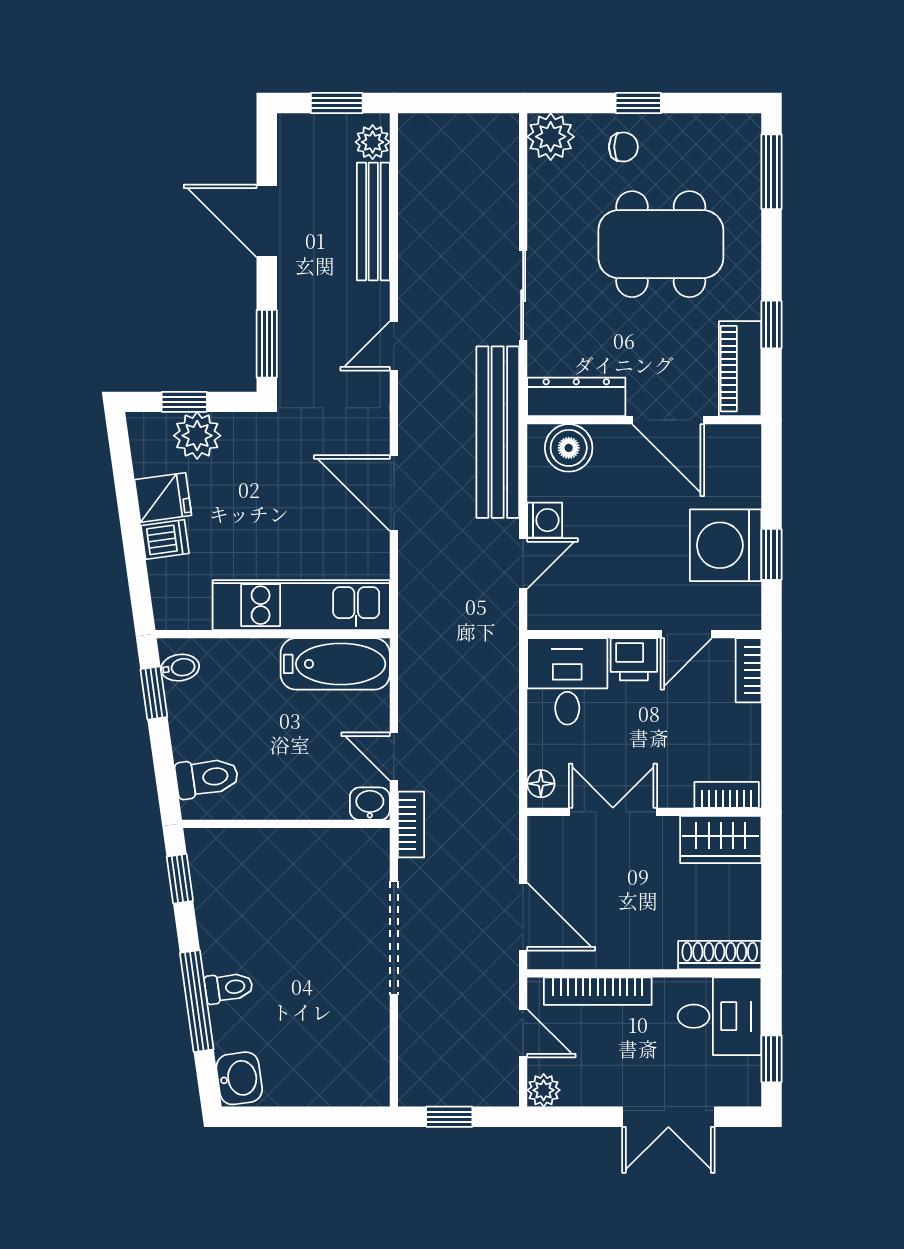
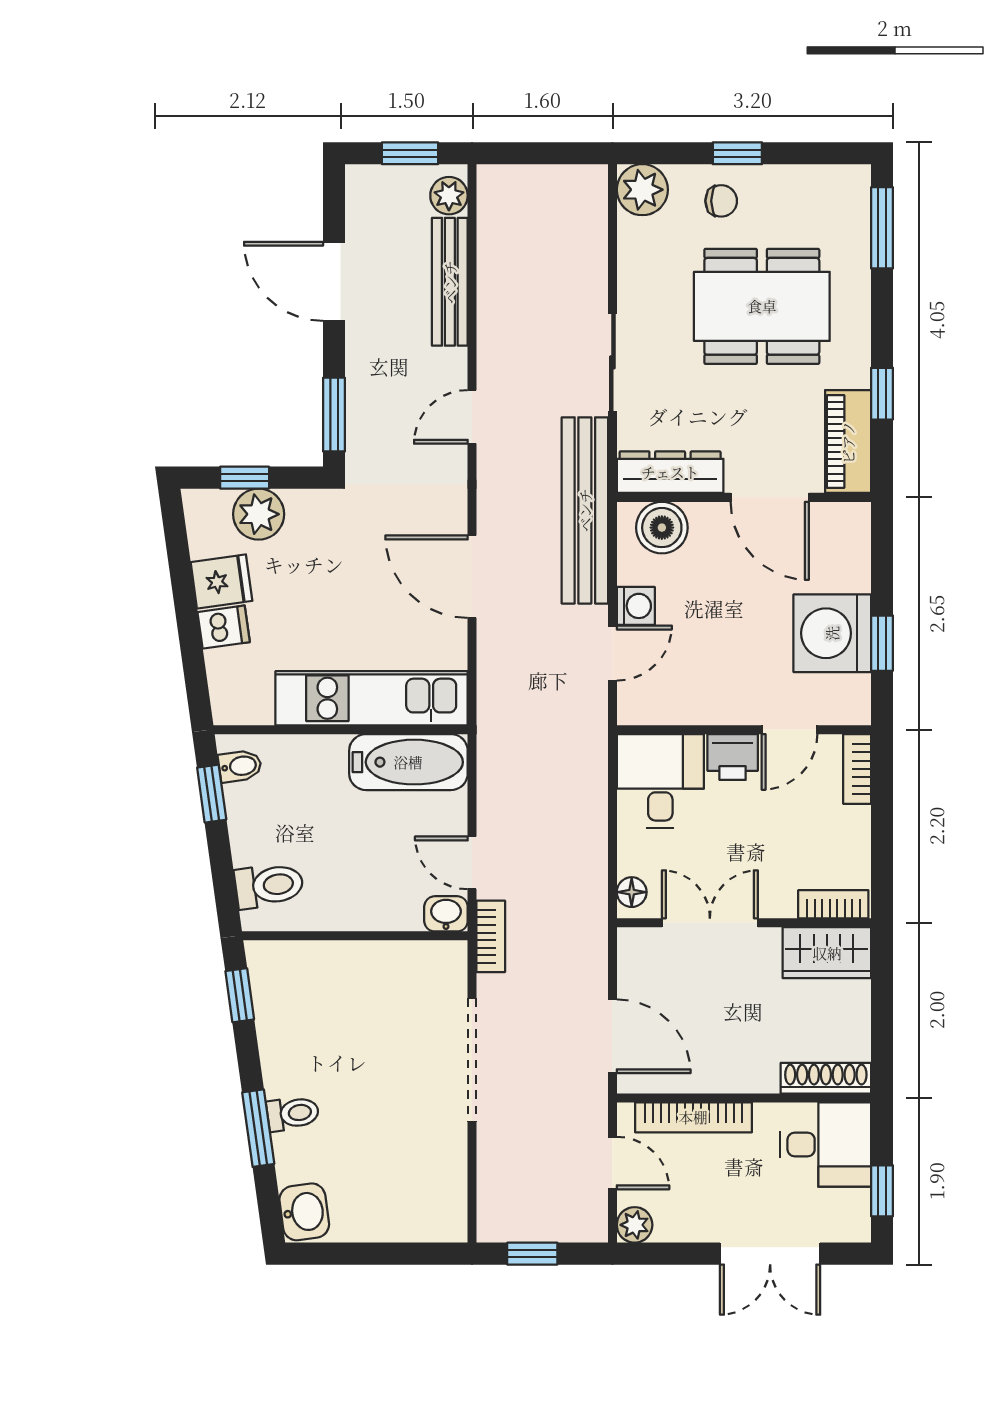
window: (197, 1001) -> (258, 1128), width x0.69

